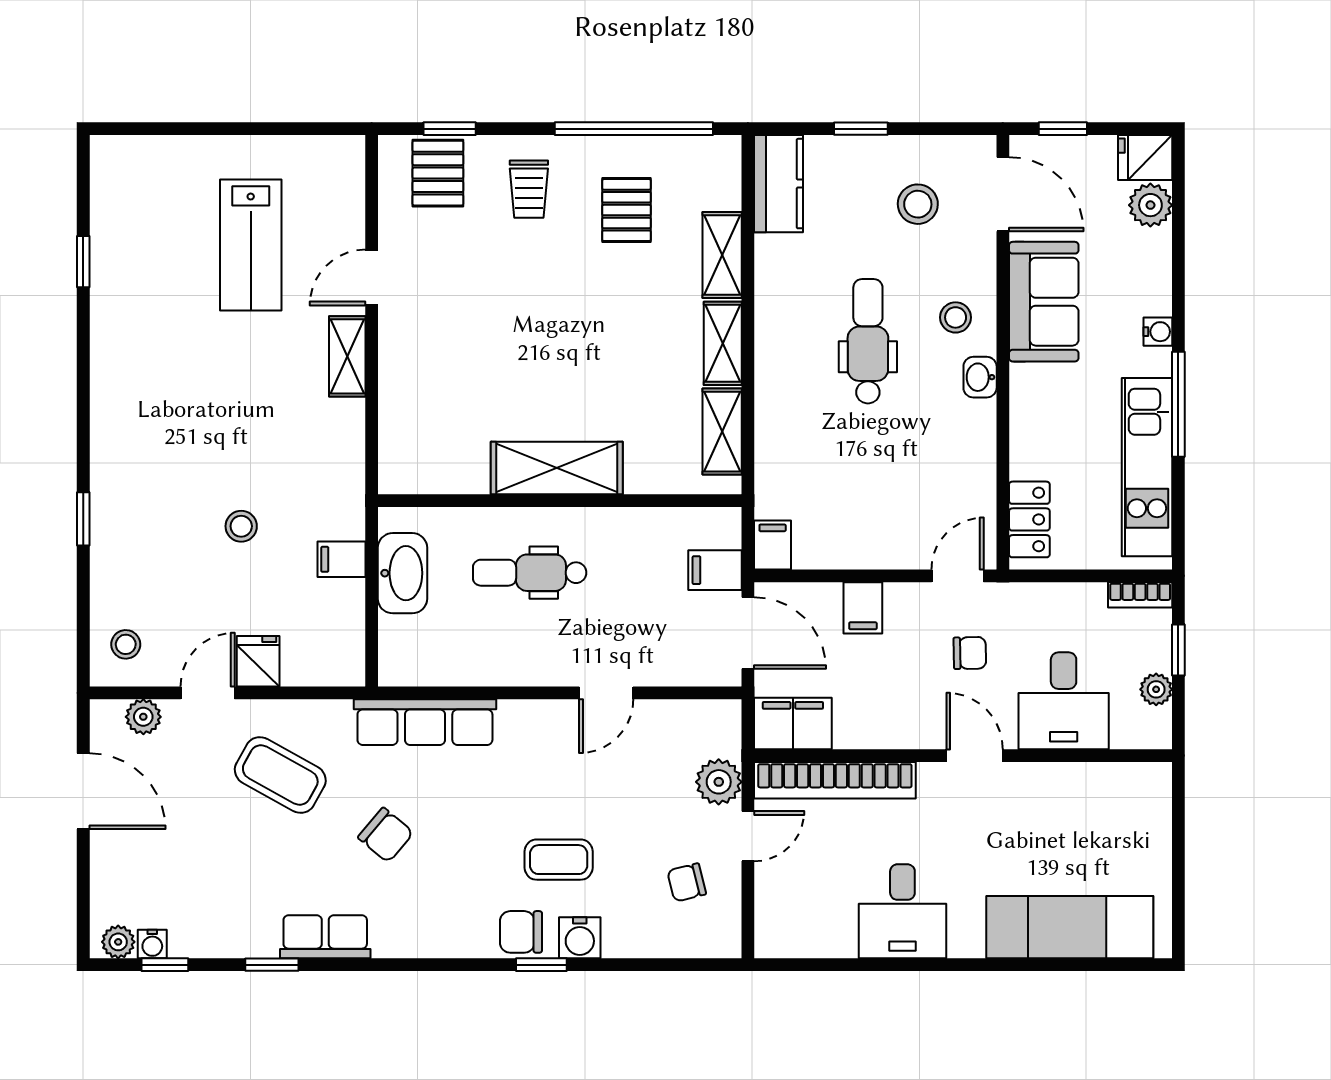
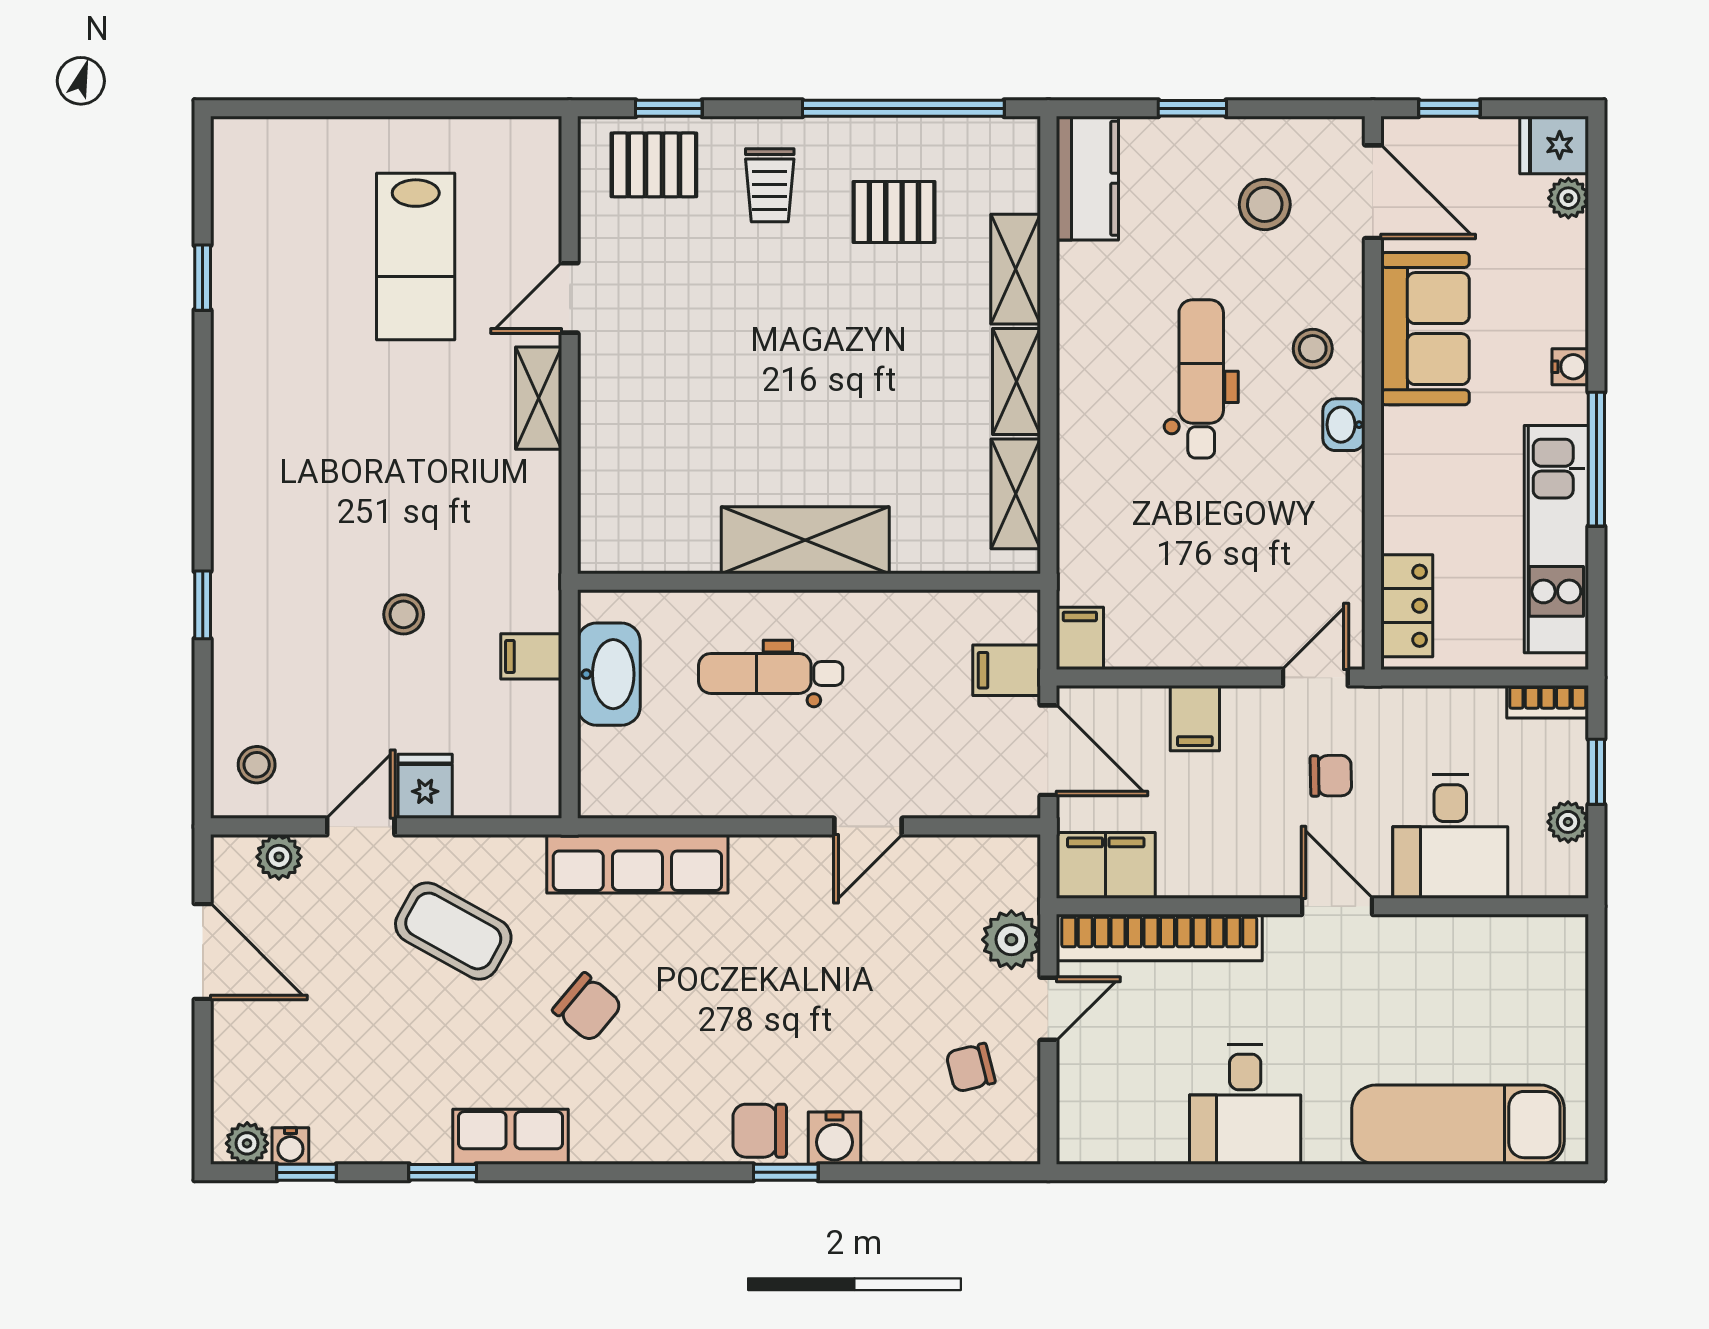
pallet: (438, 173) -> (654, 165), turned 90
plant: (1150, 205) -> (1568, 198), width x0.73, depth x0.73
pallet: (626, 210) -> (894, 212), turned 90
coffee table: (559, 860) -> (808, 1039), removed

